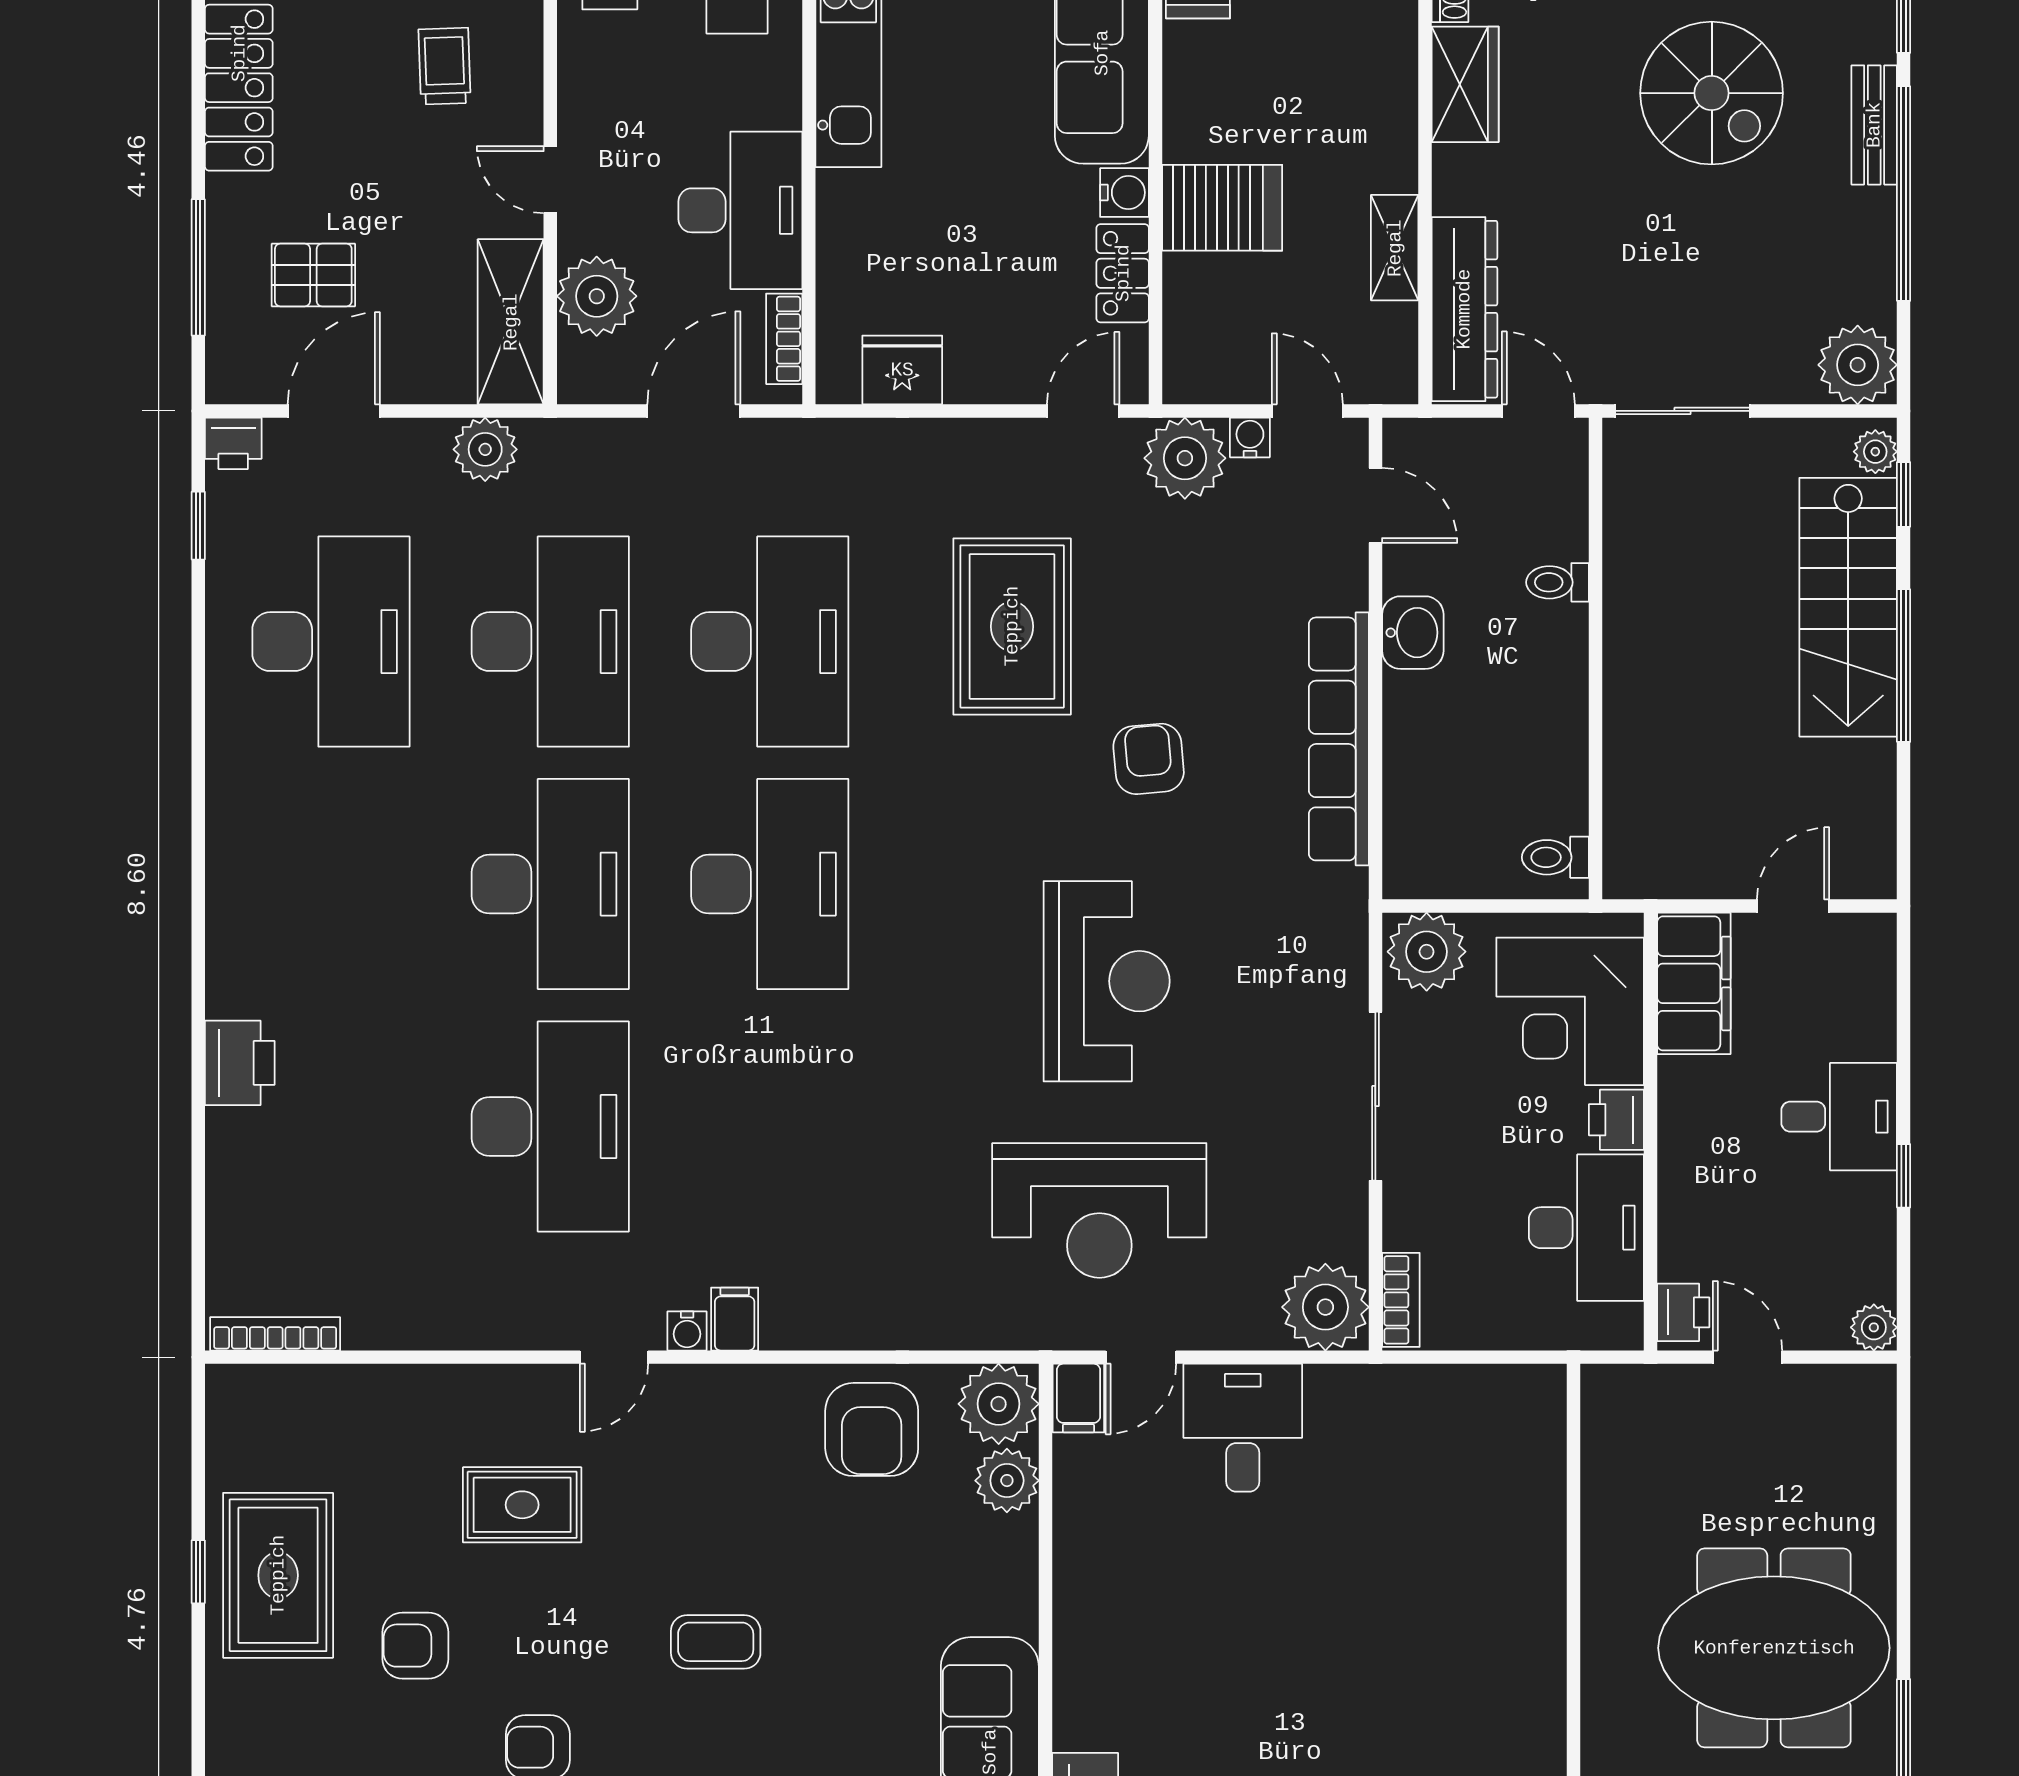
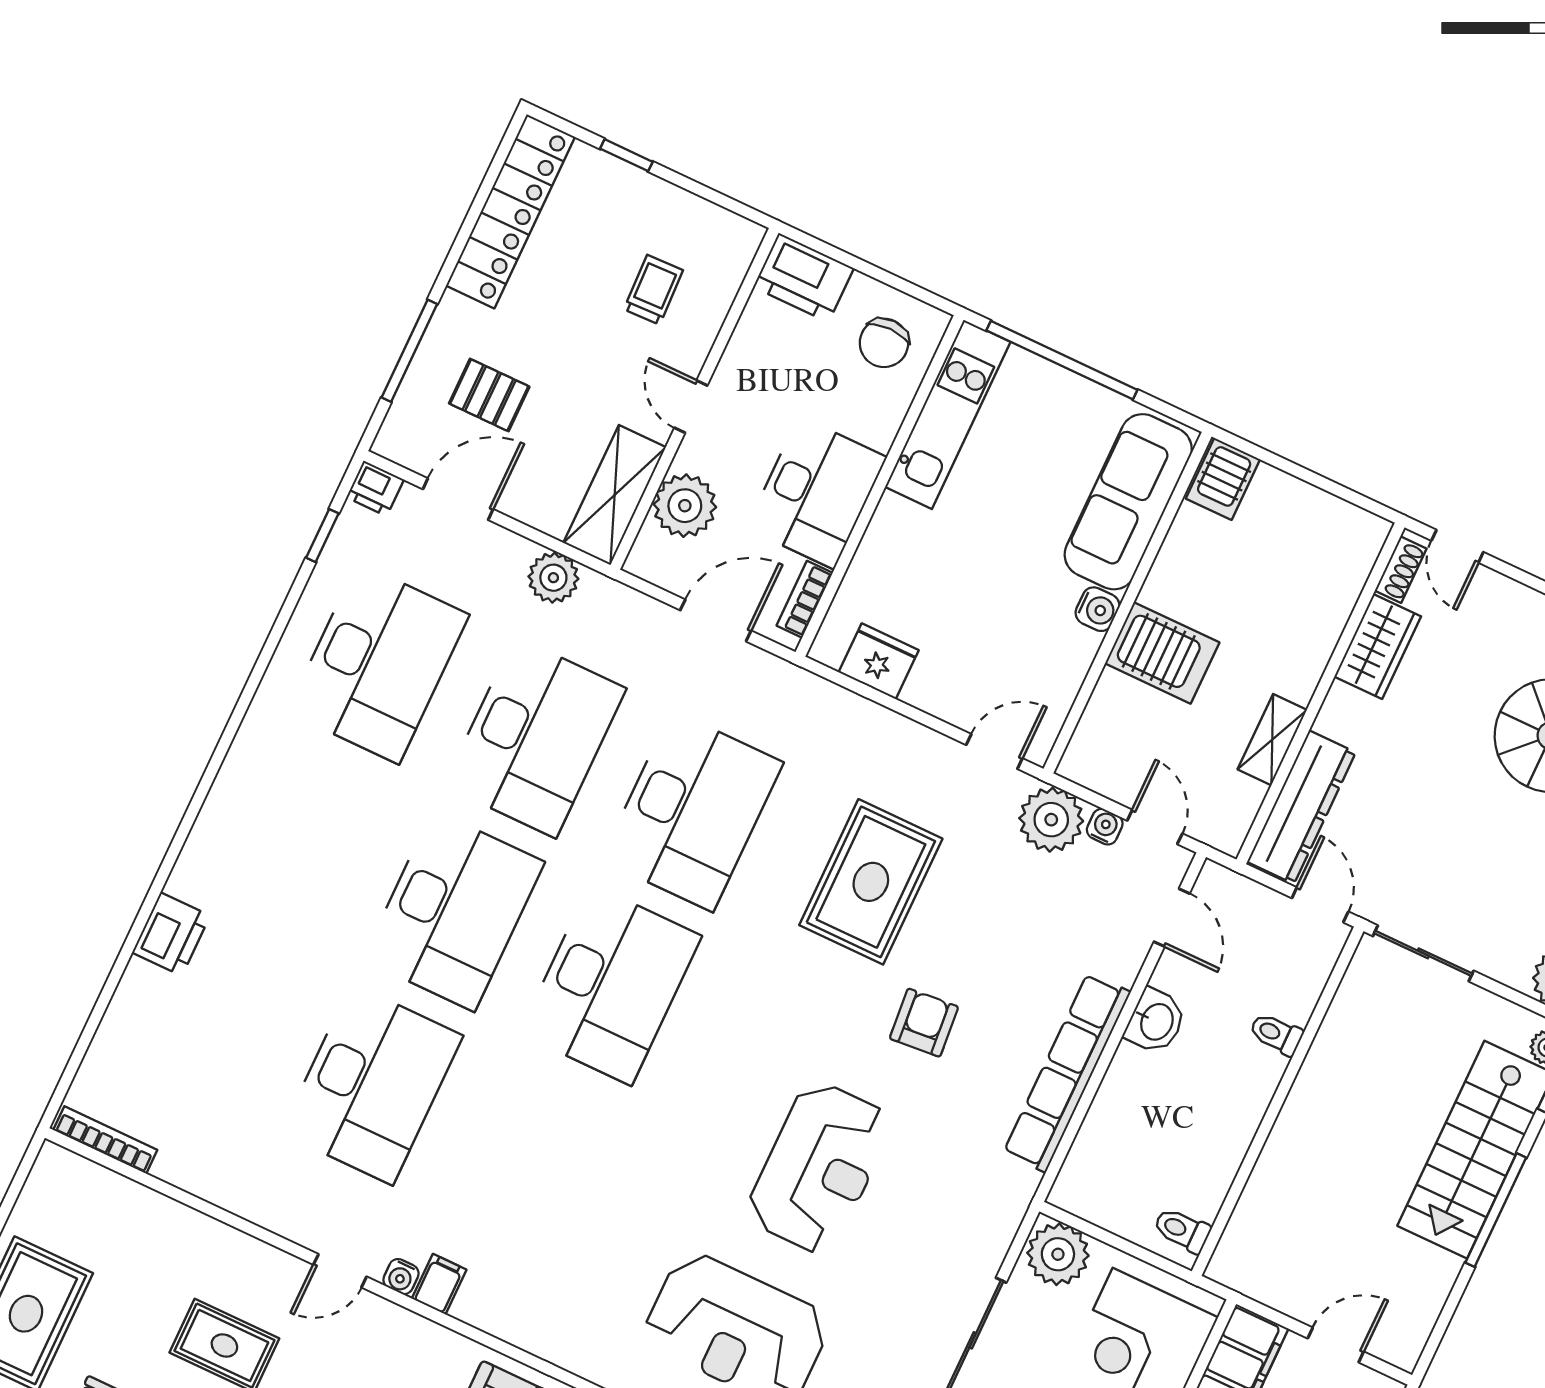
locker: (1123, 273) -> (1069, 666), removed

